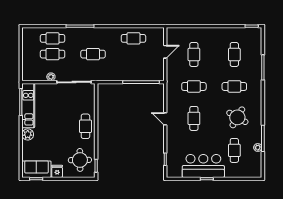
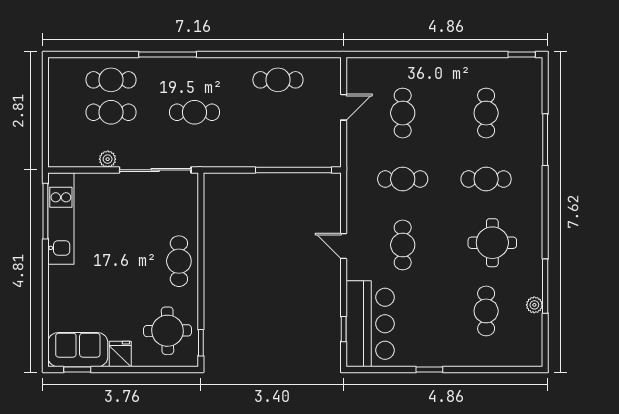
round table: (237, 117) -> (492, 243), turned -30
plant: (28, 134) -> (60, 278), removed
bar counter: (203, 166) -> (370, 324), moved, turned 90

